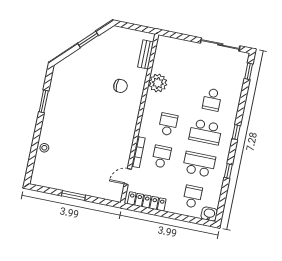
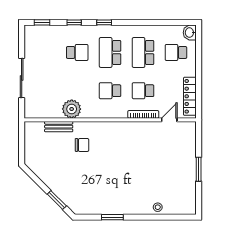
window: (88, 39) -> (57, 200), moved
sliding door: (220, 44) -> (22, 78), moved
bench: (146, 54) -> (59, 127), moved
chair: (120, 86) -> (82, 145), turned 90
school desk: (206, 132) -> (110, 52), turned 180
window: (228, 171) -> (74, 22), moved
door: (128, 177) -> (169, 120), swing flipped

